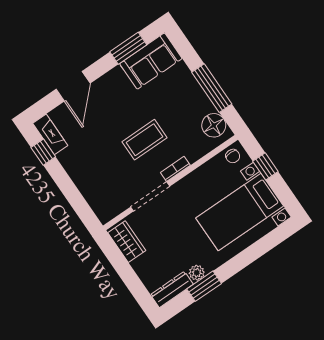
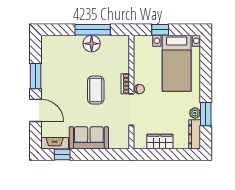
window: (128, 48) -> (36, 76), moved
sofa: (151, 61) -> (89, 138), moved, turned -90
floor lamp: (214, 125) -> (92, 44), moved
chair: (233, 156) -> (139, 89), moved
wardrobe: (127, 242) -> (160, 142), moved

